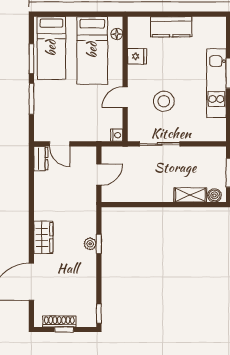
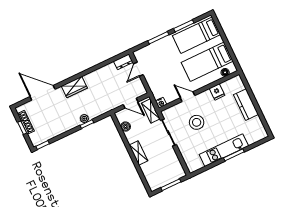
shelving: (121, 154) -> (151, 111), added
shelving: (190, 195) -> (138, 153), moved
boiler: (214, 195) -> (126, 127), moved

